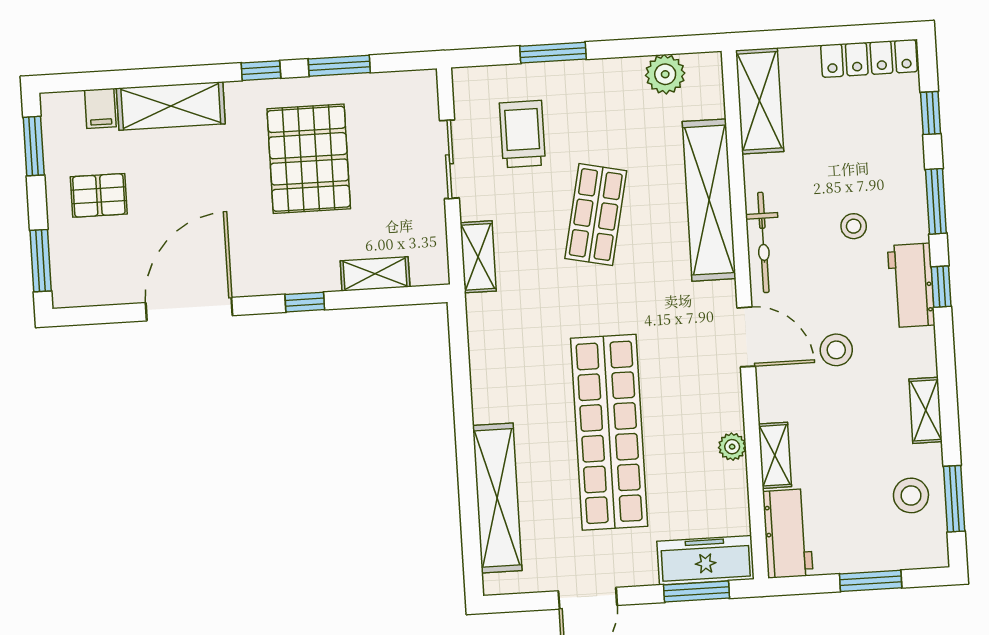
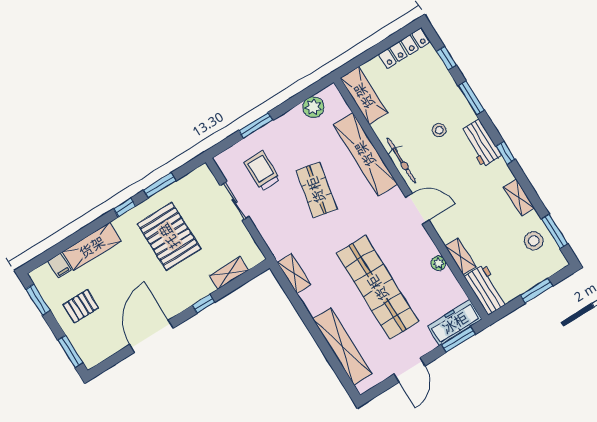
shelving: (478, 257) -> (294, 274), moved
window: (941, 287) -> (505, 153), moved
stool: (836, 350) -> (462, 192), removed

